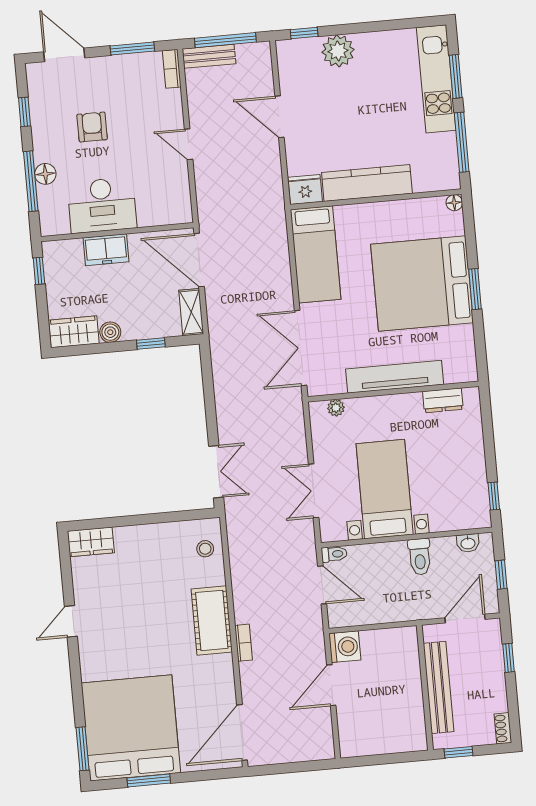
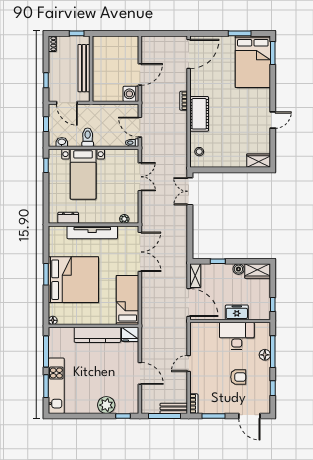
armchair: (92, 127) -> (238, 377), turned -90
door: (189, 144) -> (189, 363), swing flipped
bed with nightstands: (385, 489) -> (83, 174), moved
door: (465, 619) -> (67, 103), hinge flipped
bed: (131, 728) -> (253, 62), width x0.73

